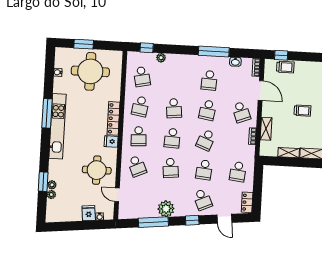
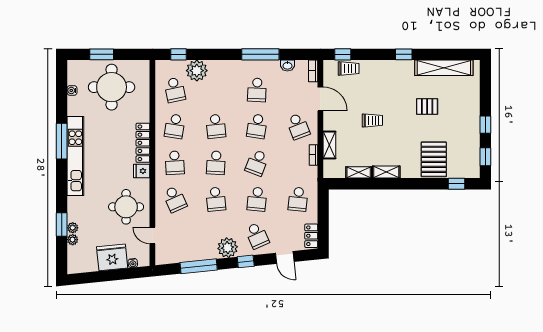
plant: (161, 58) -> (197, 71), width x1.88, depth x1.88
plant: (166, 209) -> (228, 248), moved
fridge: (89, 213) -> (112, 257), width x1.88, depth x1.34

